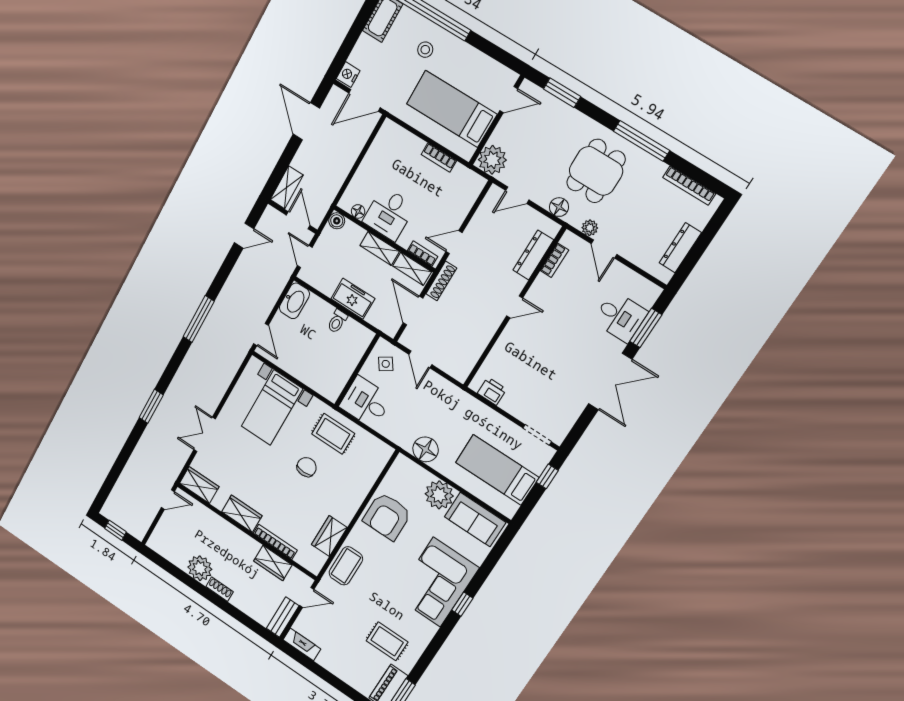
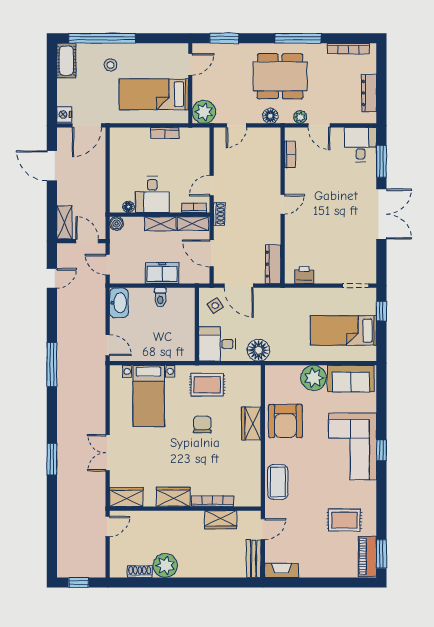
dining table: (596, 171) -> (280, 76), width x1.38
dresser: (533, 255) -> (273, 264), moved
shoe rack: (441, 281) -> (219, 214), width x0.70
desk: (620, 317) -> (361, 145), moved, turned -90
door: (420, 359) -> (239, 286), width x1.38
floor lamp: (425, 449) -> (258, 350), moved
wardrobe: (329, 536) -> (251, 424), moved
shoe rack: (220, 589) -> (140, 572), moved

